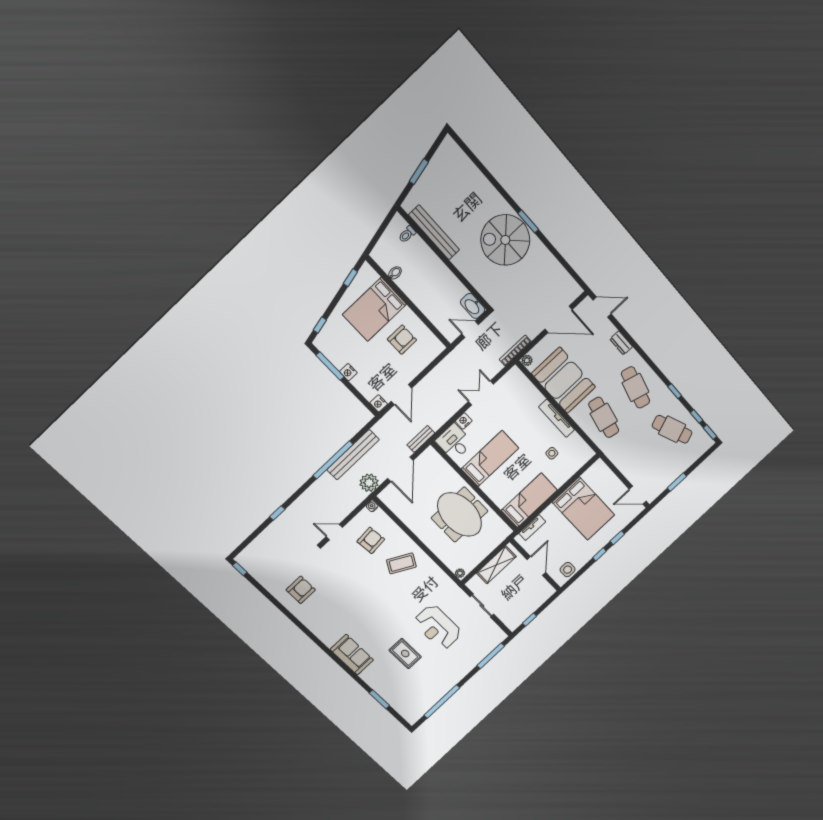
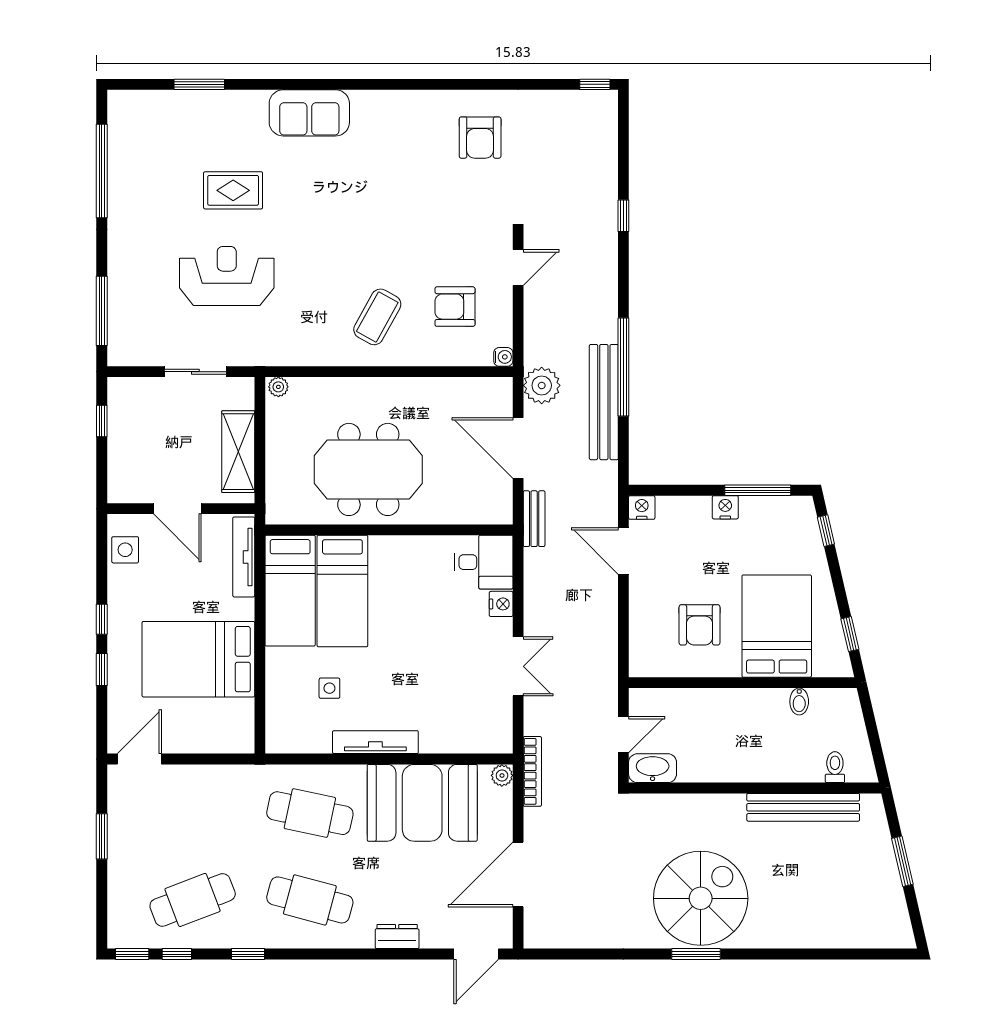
bed: (490, 458) -> (342, 591), moved
tv unit: (532, 528) -> (244, 557), width x1.41
armchair: (371, 540) -> (455, 307), turned 95

